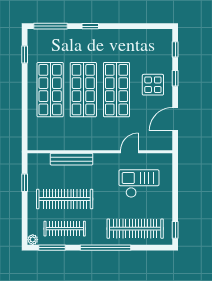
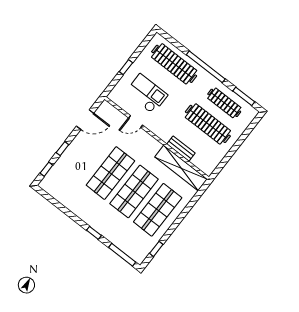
display table: (153, 85) -> (82, 156), removed
shelving: (58, 142) -> (181, 168), added
bench: (71, 159) -> (181, 149), width x0.73
window: (25, 183) -> (227, 158), removed
checkout: (139, 184) -> (146, 94), turned 180
window: (175, 230) -> (126, 67), moved
plant: (33, 240) -> (253, 113), removed

